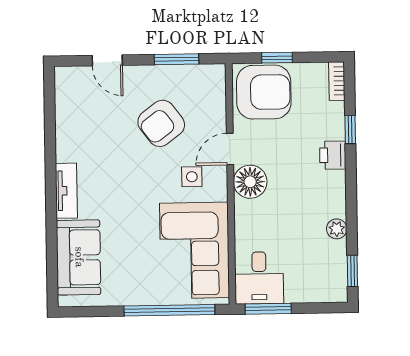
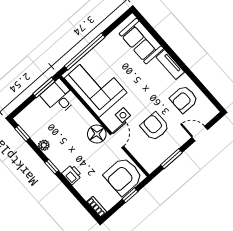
armchair: (161, 123) -> (155, 127), turned -53
armchair: (89, 127) -> (184, 99), added
window: (350, 130) -> (52, 167), moved

